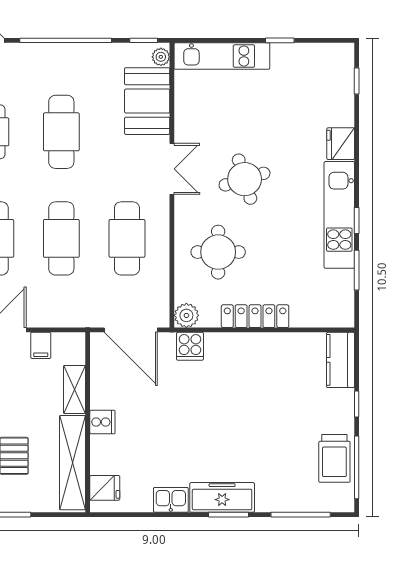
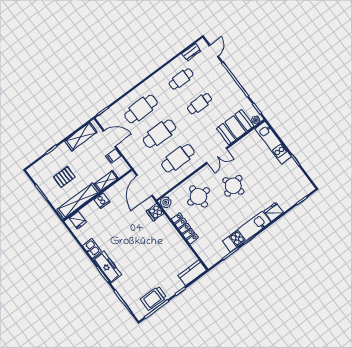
cafe table: (61, 132) -> (200, 104), width x0.73, depth x0.74

